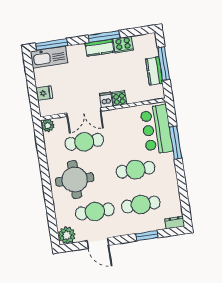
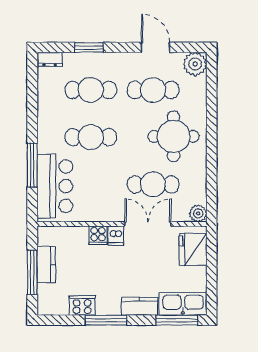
kitchen counter: (99, 48) -> (140, 306), moved
fridge: (44, 93) -> (193, 249), width x1.88, depth x1.34

